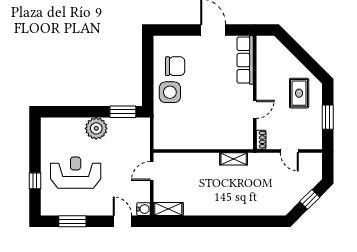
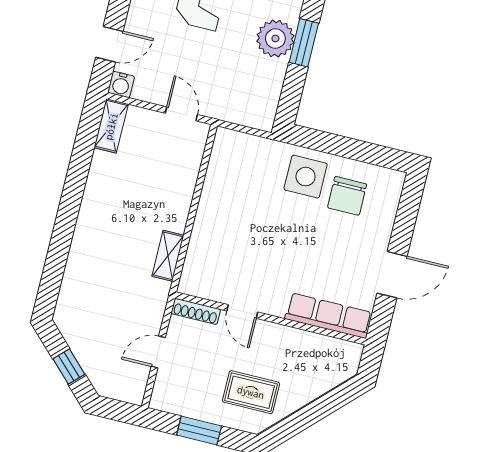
window: (123, 112) -> (304, 43), moved
shoe rack: (261, 140) -> (196, 311), width x1.43

